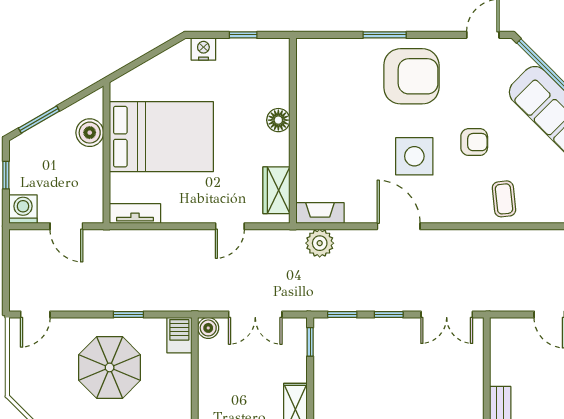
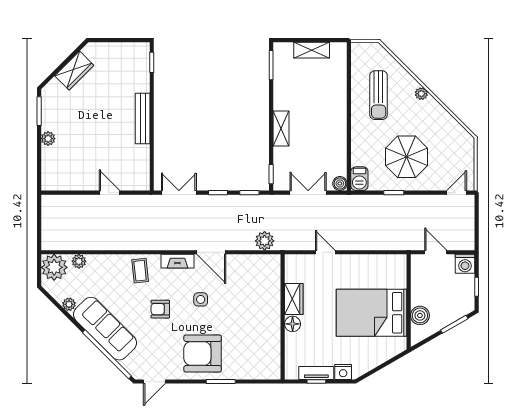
side table: (414, 156) -> (201, 299), width x0.54, depth x0.54
wardrobe: (276, 190) -> (294, 299), moved
tv unit: (135, 213) -> (316, 373), moved, turned 180
fireplace: (320, 213) -> (177, 261), moved
door: (230, 226) -> (325, 252), hinge flipped

